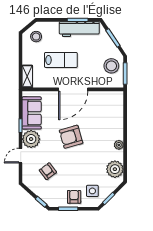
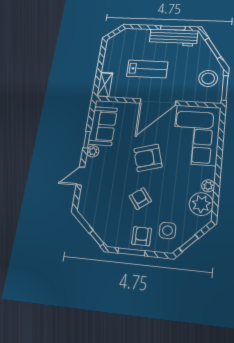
stool: (36, 37) -> (122, 43), removed
corner sofa: (106, 115) -> (196, 135), added
plant: (31, 139) -> (93, 151), width x0.53, depth x0.53
plant: (119, 145) -> (208, 186), moved
armchair: (48, 171) -> (140, 199), moved

